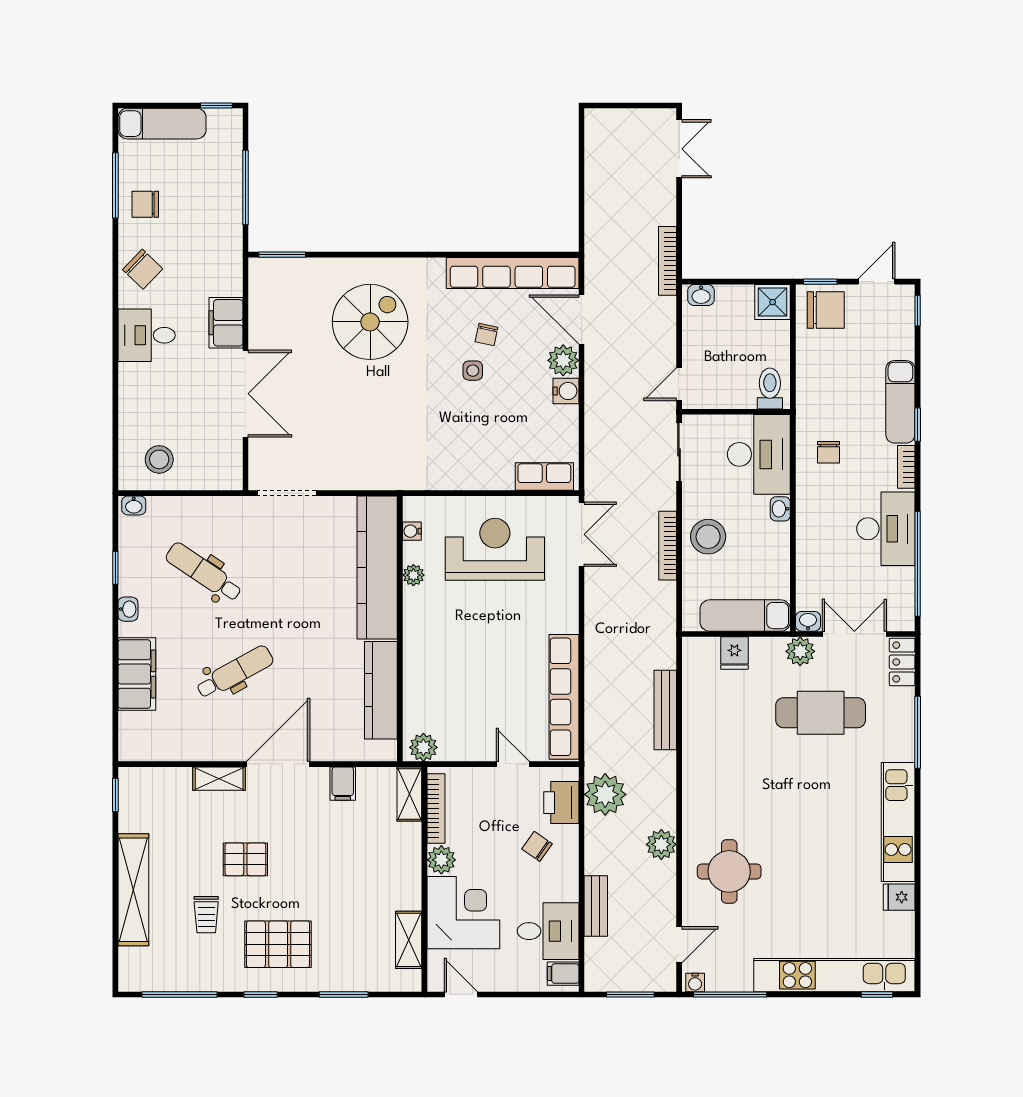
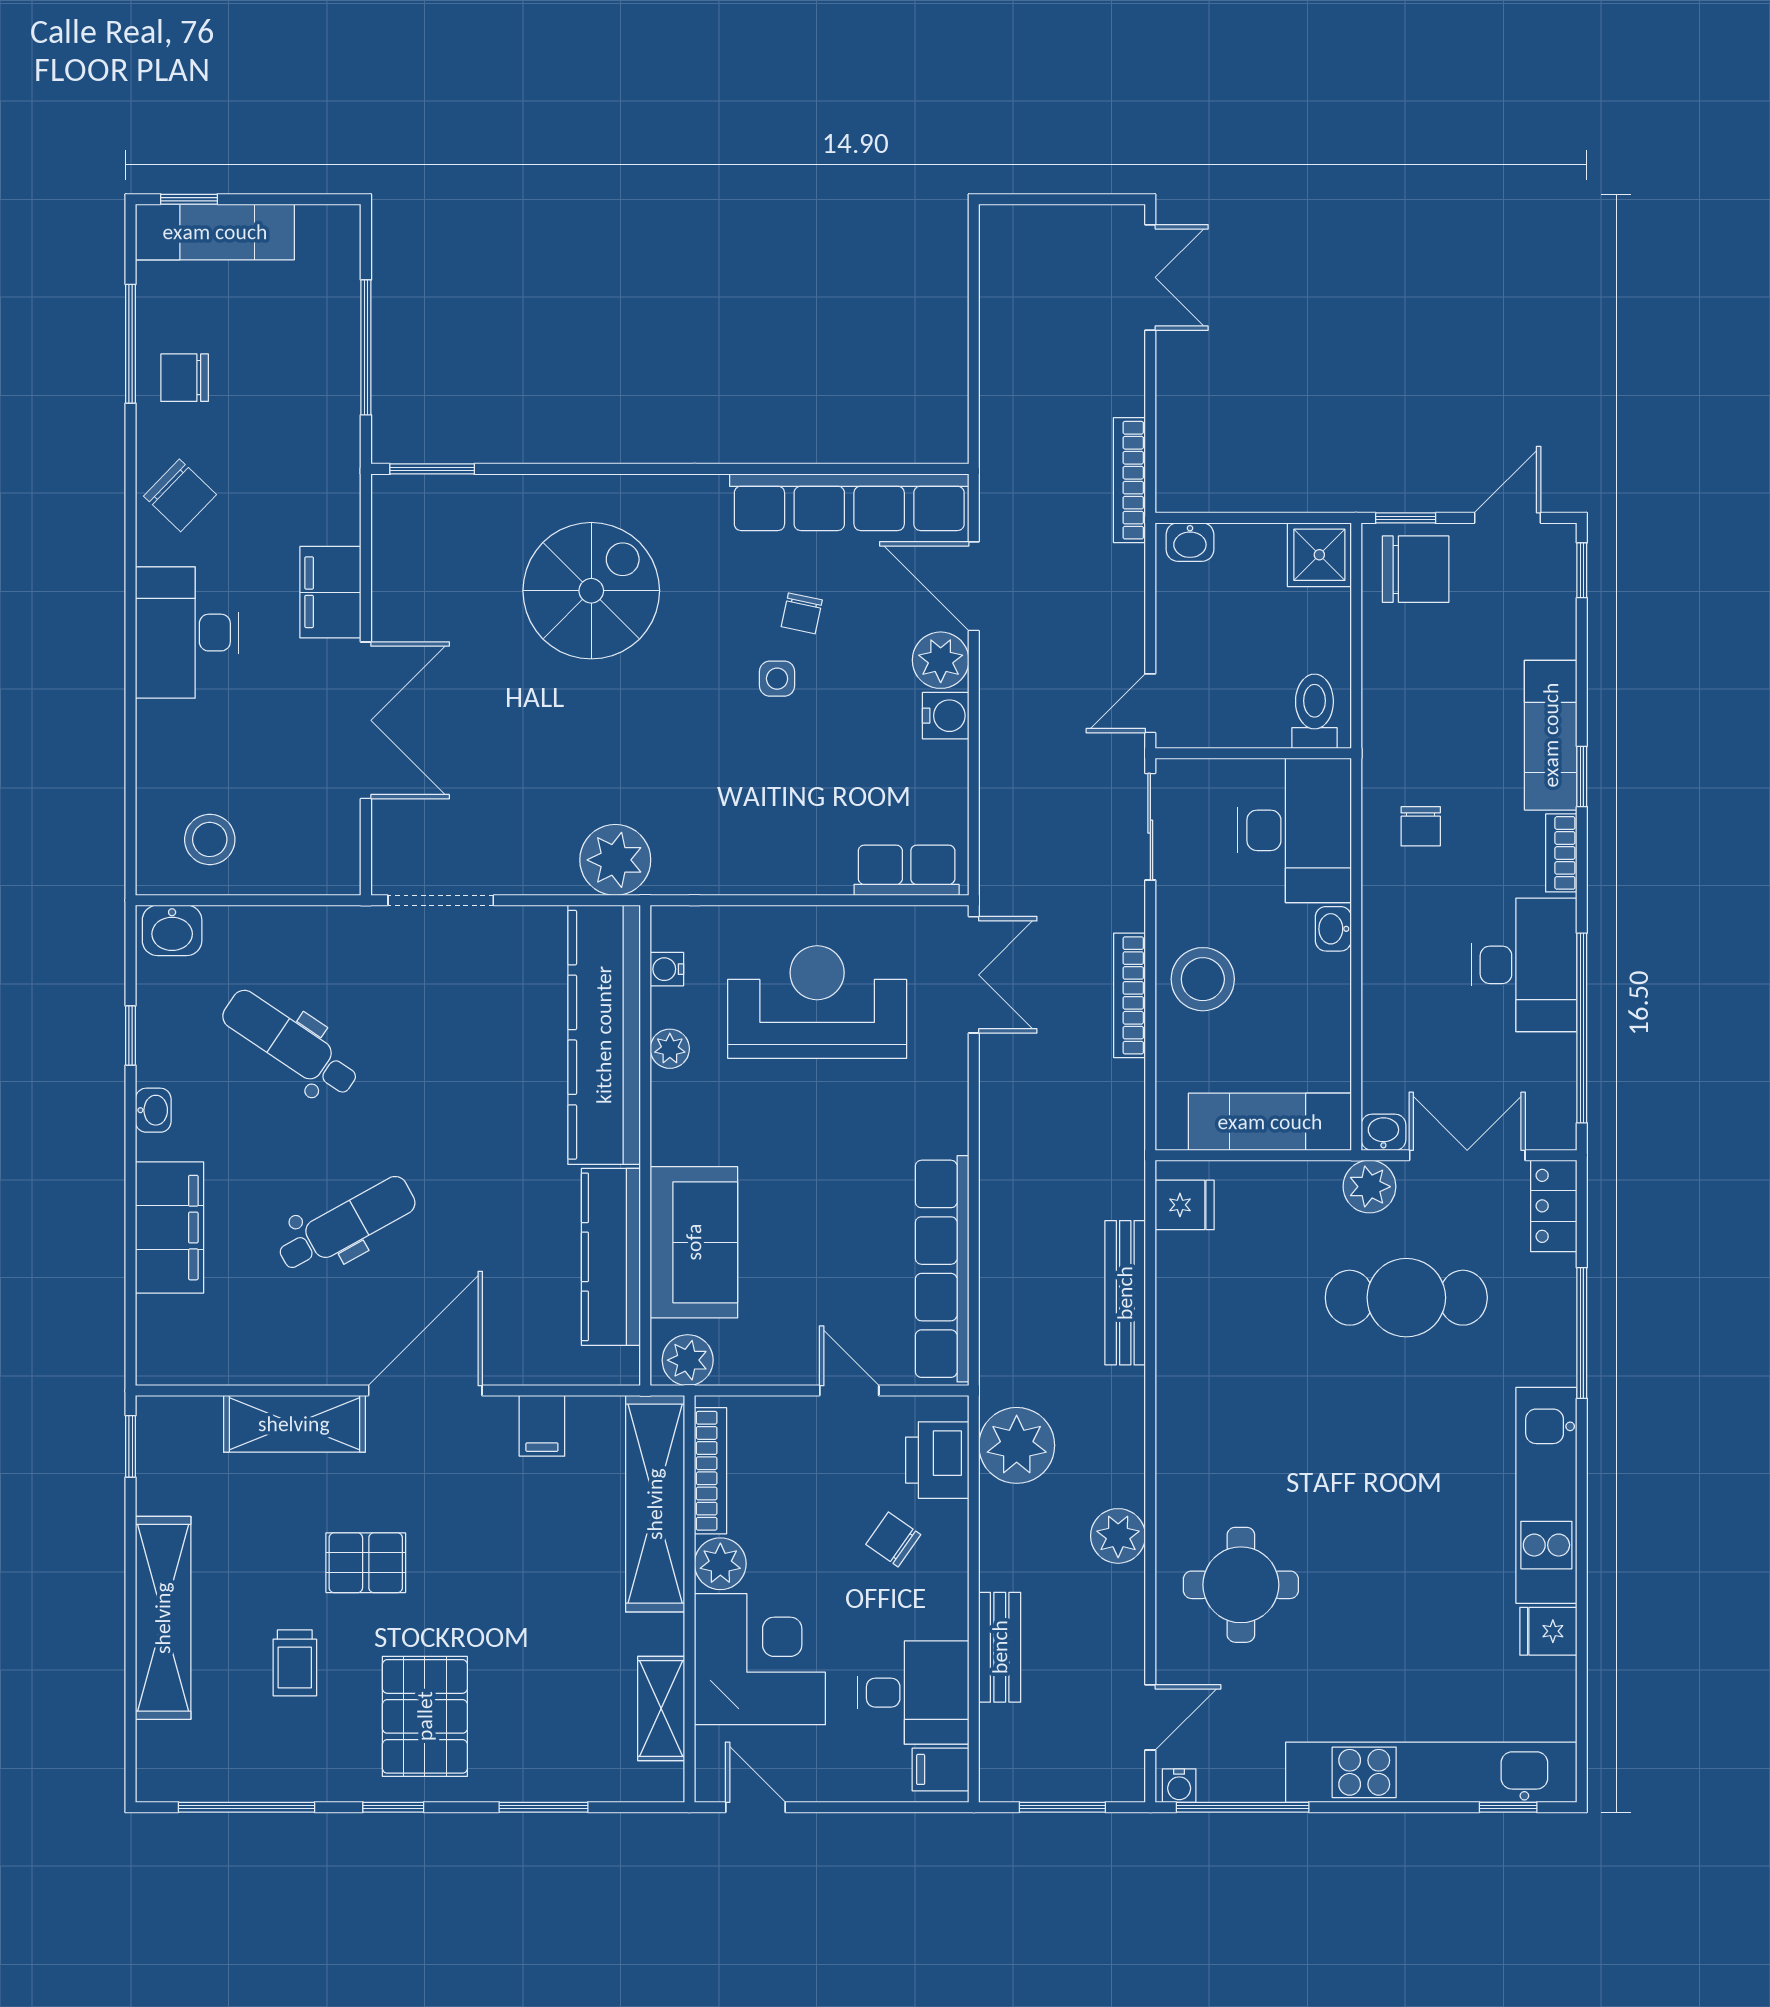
window: (216, 106) -> (189, 199), moved
desk: (147, 335) -> (187, 633), width x1.37
plant: (383, 471) -> (615, 860), added
washbasin: (134, 505) -> (172, 930), width x1.38, depth x1.45
fridge: (734, 653) -> (1185, 1205), moved, turned -90
sofa: (427, 682) -> (694, 1242), added
shelving: (219, 779) -> (294, 1424), width x1.50, depth x1.33
shelving: (409, 794) -> (655, 1504), width x2.20, depth x1.33
pallet: (278, 944) -> (425, 1716), turned 90

